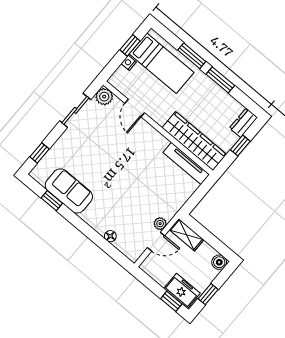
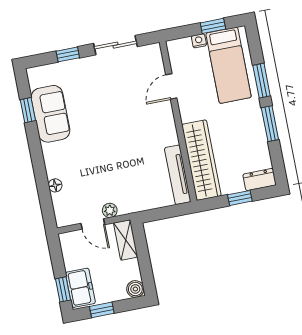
plant: (104, 97) -> (152, 54), removed
window: (39, 153) -> (68, 54), moved

